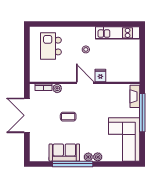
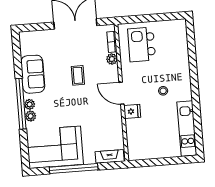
kitchen island: (51, 46) -> (142, 44), moved, turned -90
door: (85, 83) -> (121, 93), swing flipped
window: (142, 113) -> (74, 169), moved
window: (73, 164) -> (21, 104), moved

